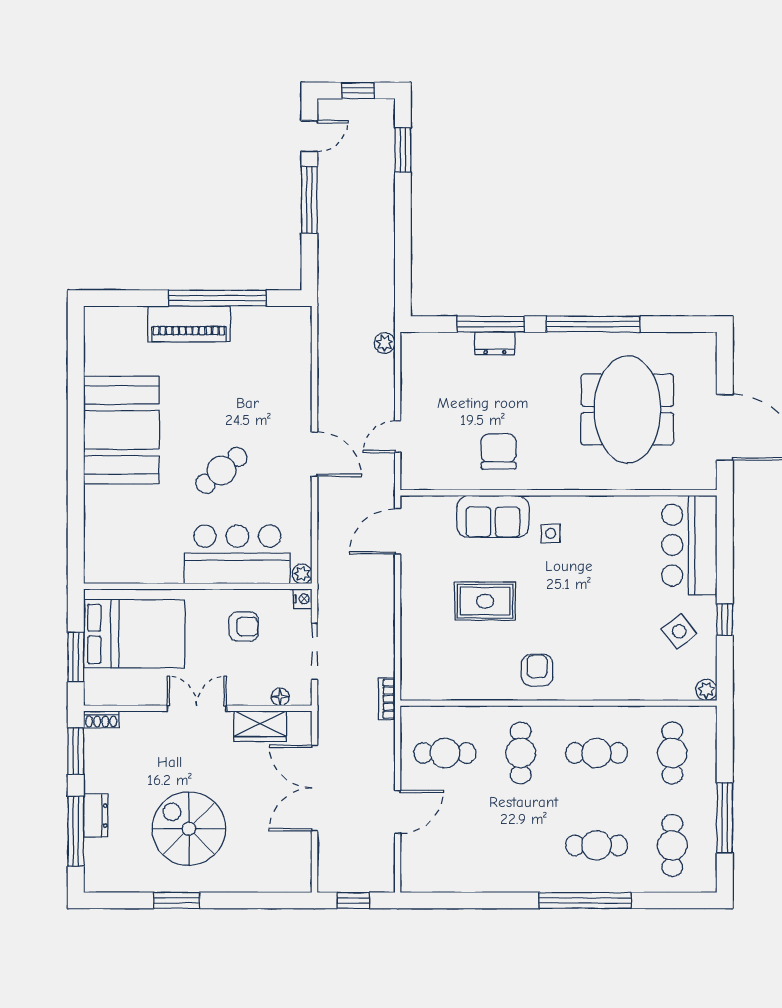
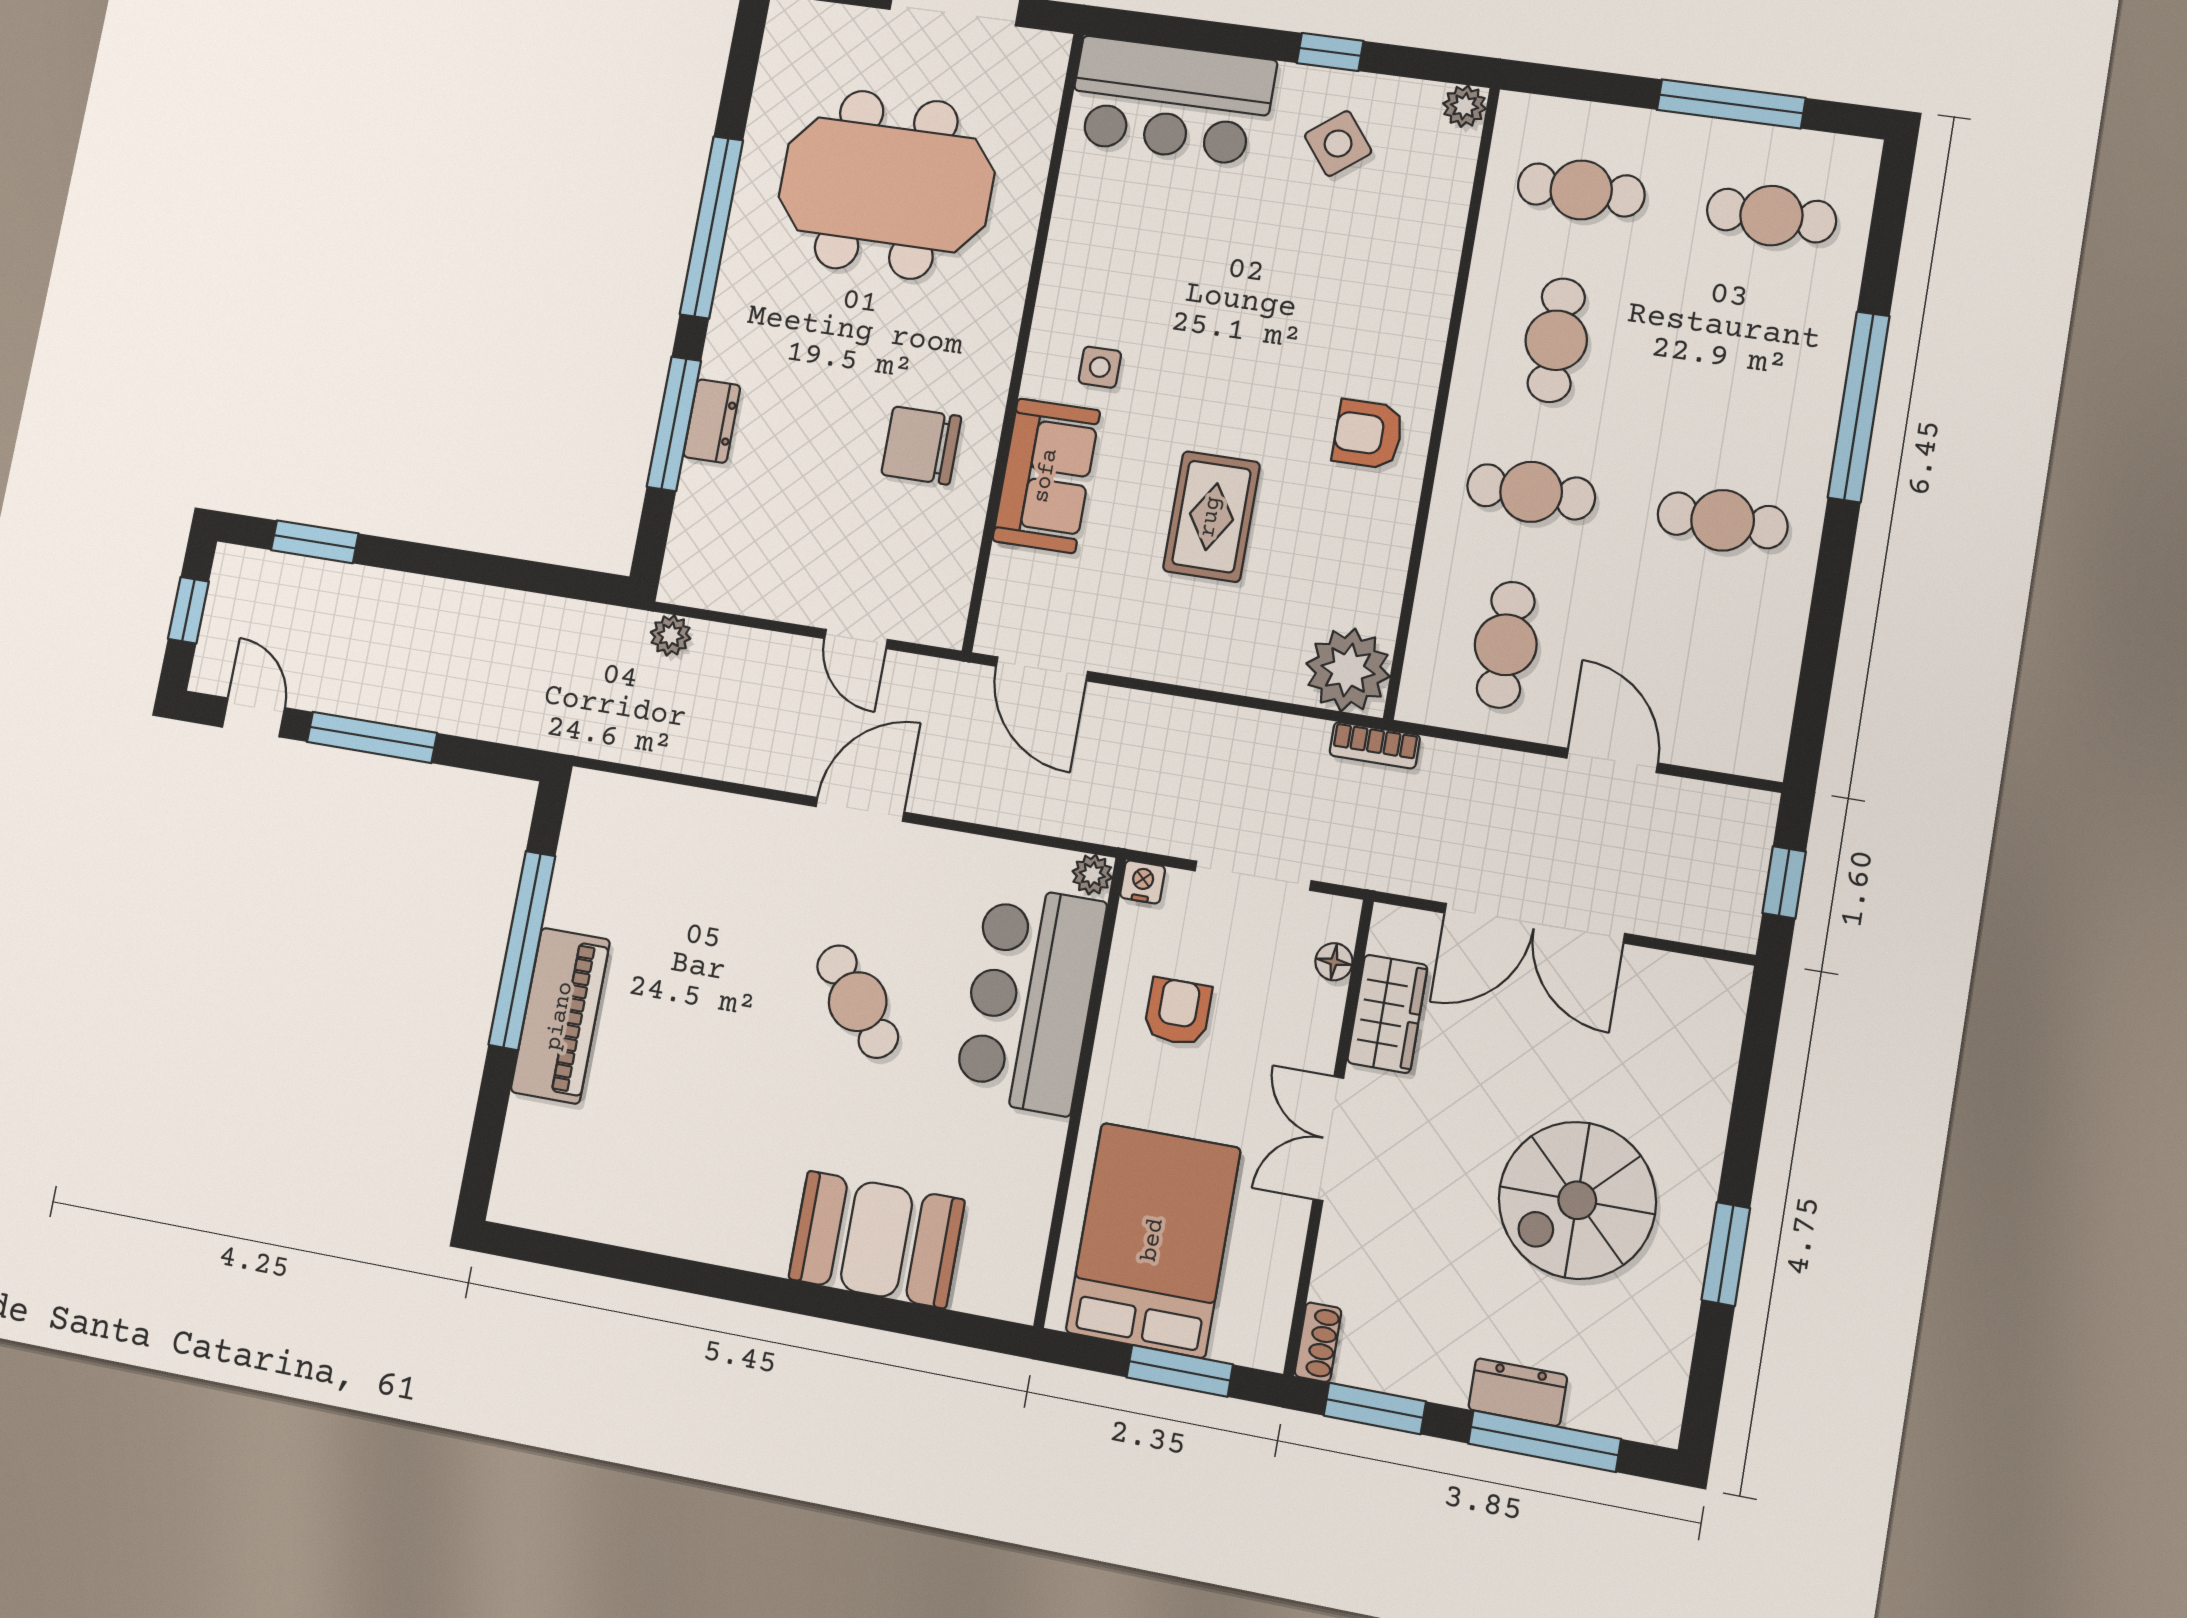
booth: (121, 430) -> (877, 1239), moved, width x0.73, depth x0.70
plant: (421, 680) -> (1348, 670), added
cafe table: (596, 845) -> (1723, 520), moved, turned 90

